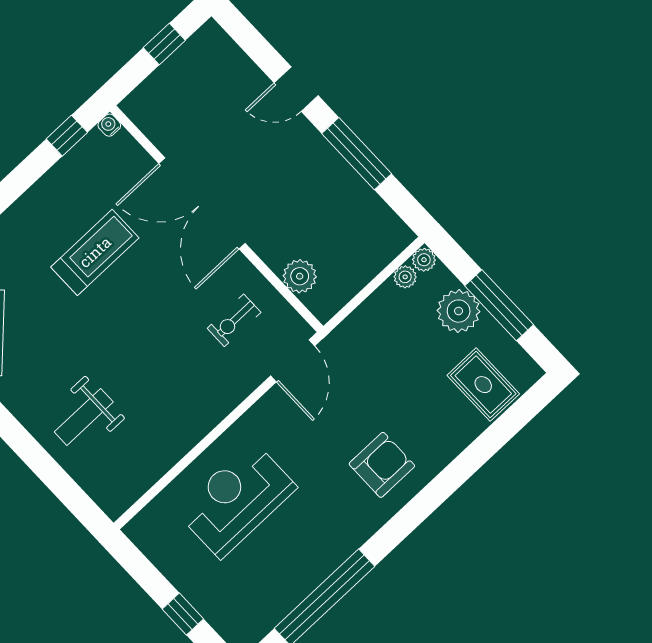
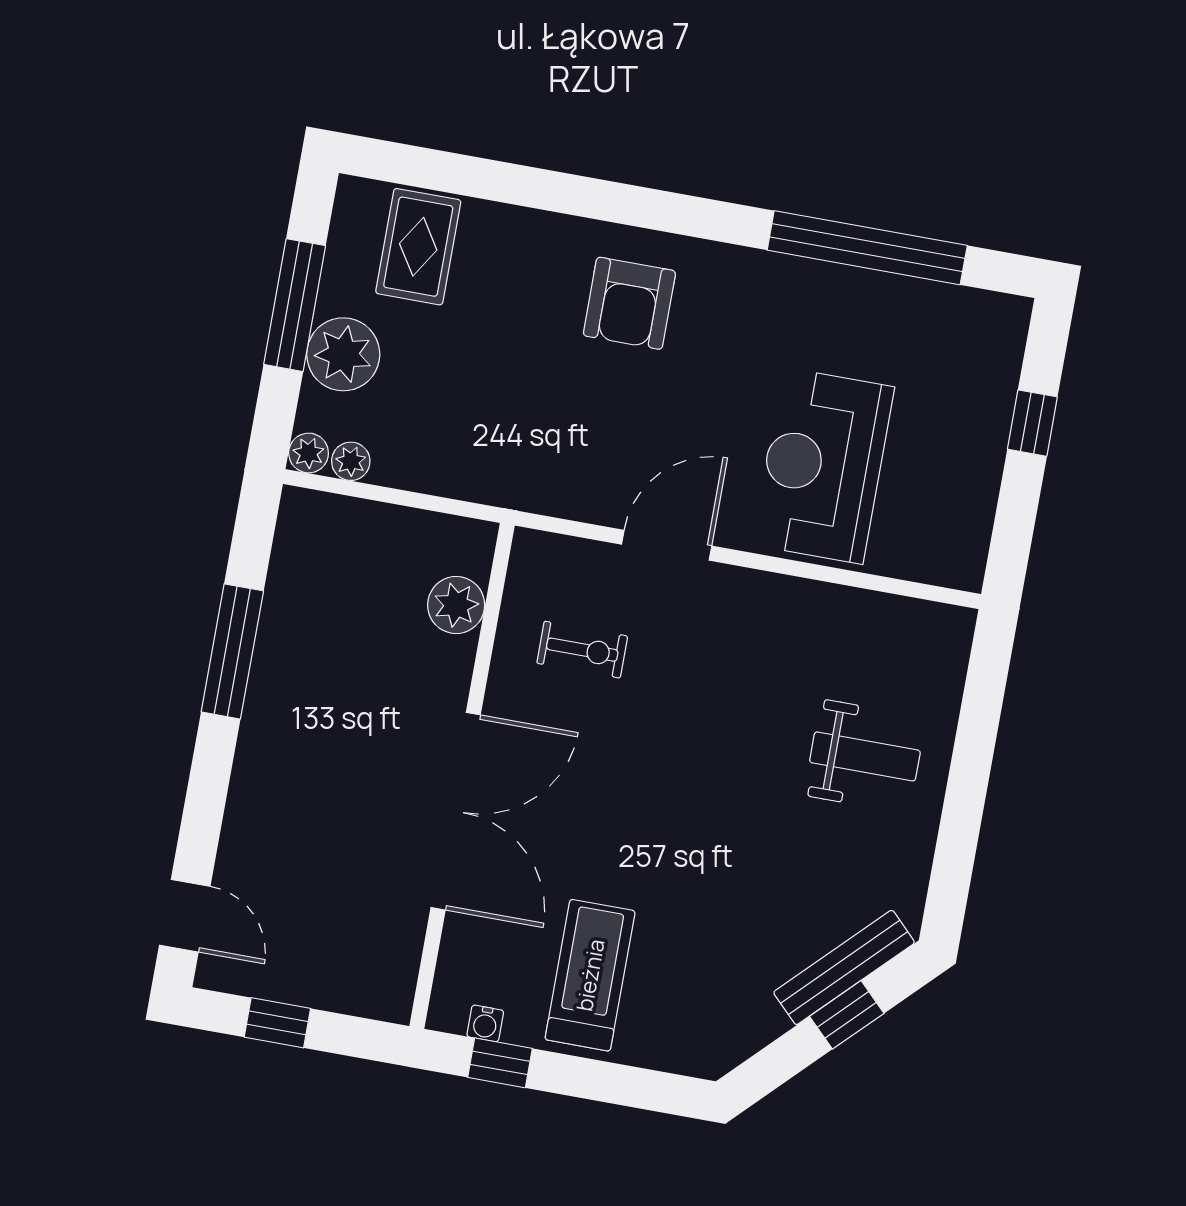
door: (296, 89) -> (185, 916), moved
water cooler: (109, 125) -> (485, 1023), moved
treadmill: (95, 252) -> (590, 975), moved, turned 90
door: (293, 361) -> (667, 545), moved
armchair: (382, 465) -> (629, 303), turned -90
reception desk: (236, 500) -> (823, 466), turned 90

